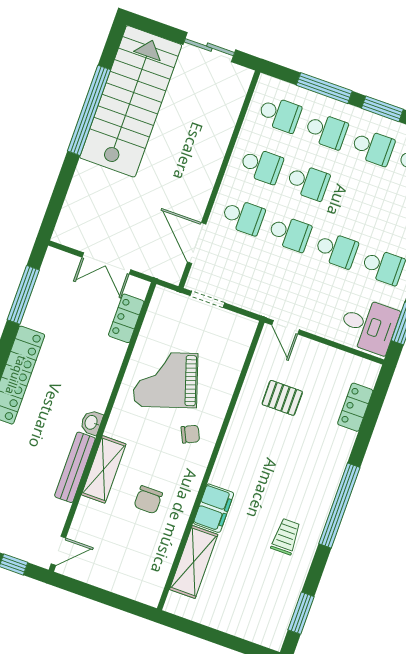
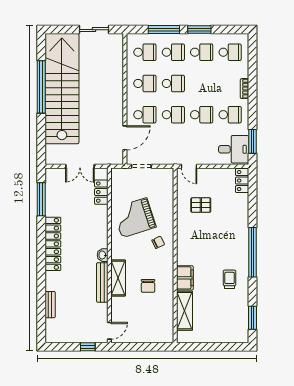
stairs: (131, 101) -> (62, 89), width x1.36
door: (197, 243) -> (125, 138), swing flipped
locker: (355, 407) -> (242, 181), moved

